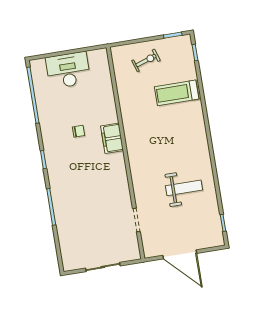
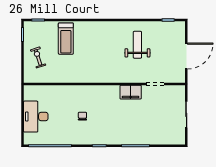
filing cabinet: (112, 138) -> (131, 92), moved

